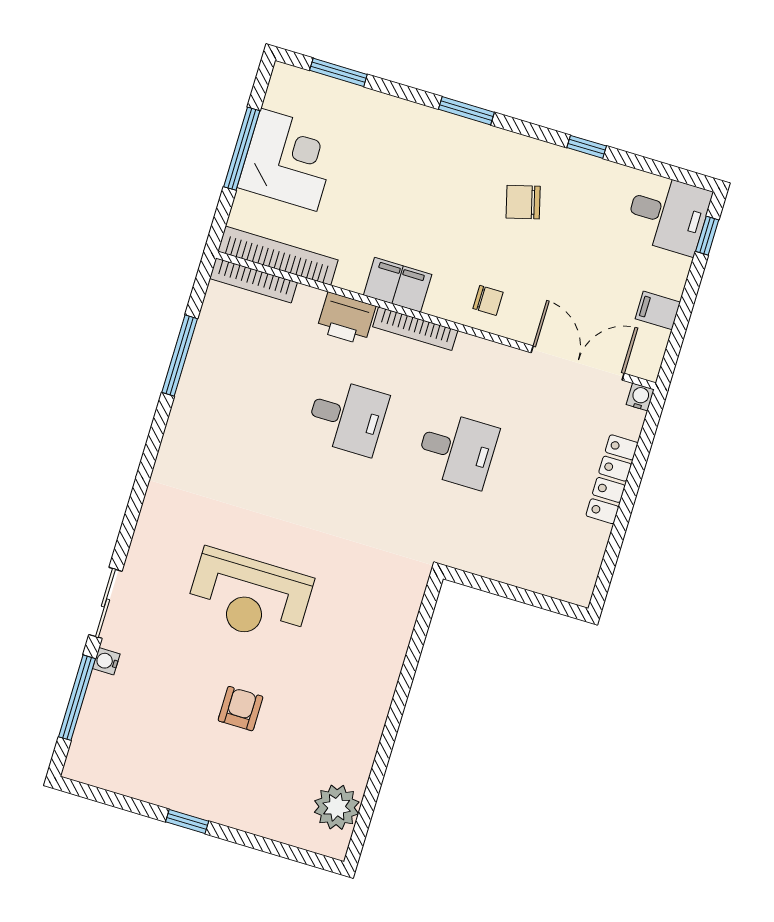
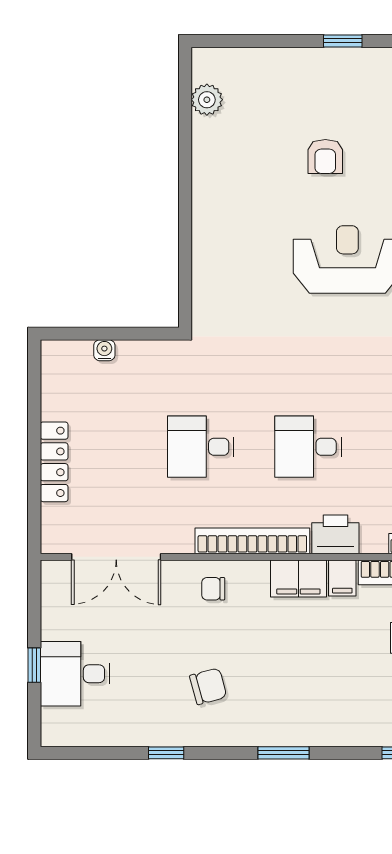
desk: (668, 214) -> (75, 674), moved
window: (707, 236) -> (34, 665), moved
filing cabinet: (658, 310) -> (342, 578), moved, turned 90
bookcase: (415, 329) -> (252, 541), width x1.48, depth x1.31
water cooler: (640, 397) -> (104, 350), moved, turned 180
plant: (337, 807) -> (207, 100), width x0.73, depth x0.73

